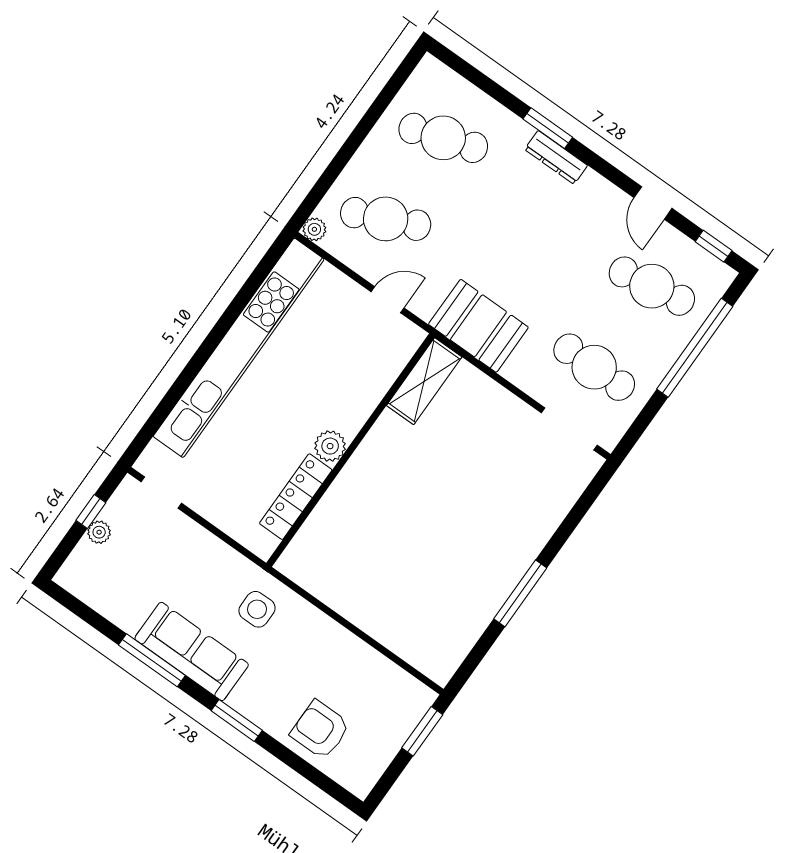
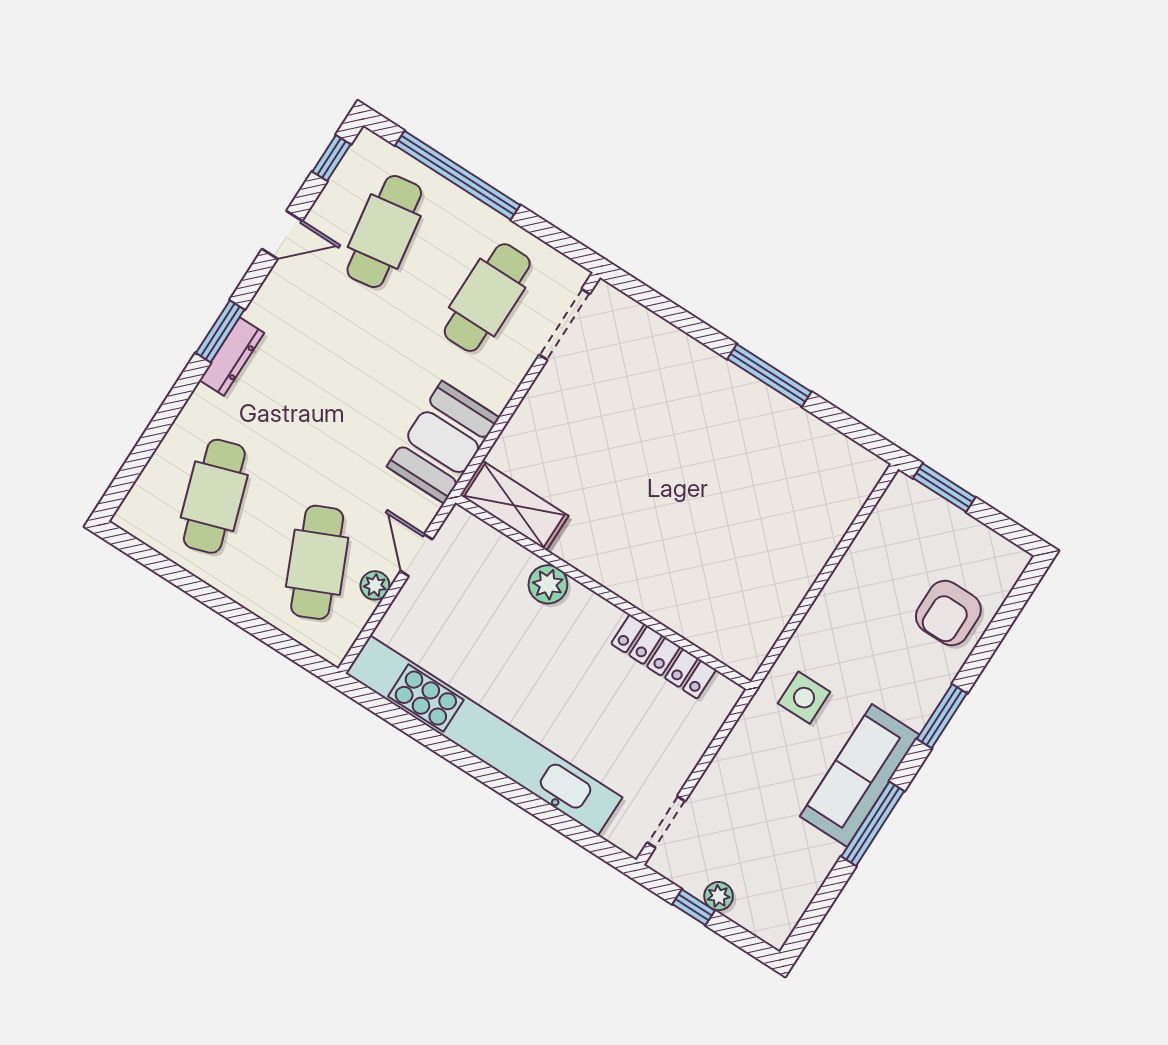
window: (548, 128) -> (220, 331), moved
plant: (314, 229) -> (375, 585), moved
plant: (330, 446) -> (548, 584), moved

